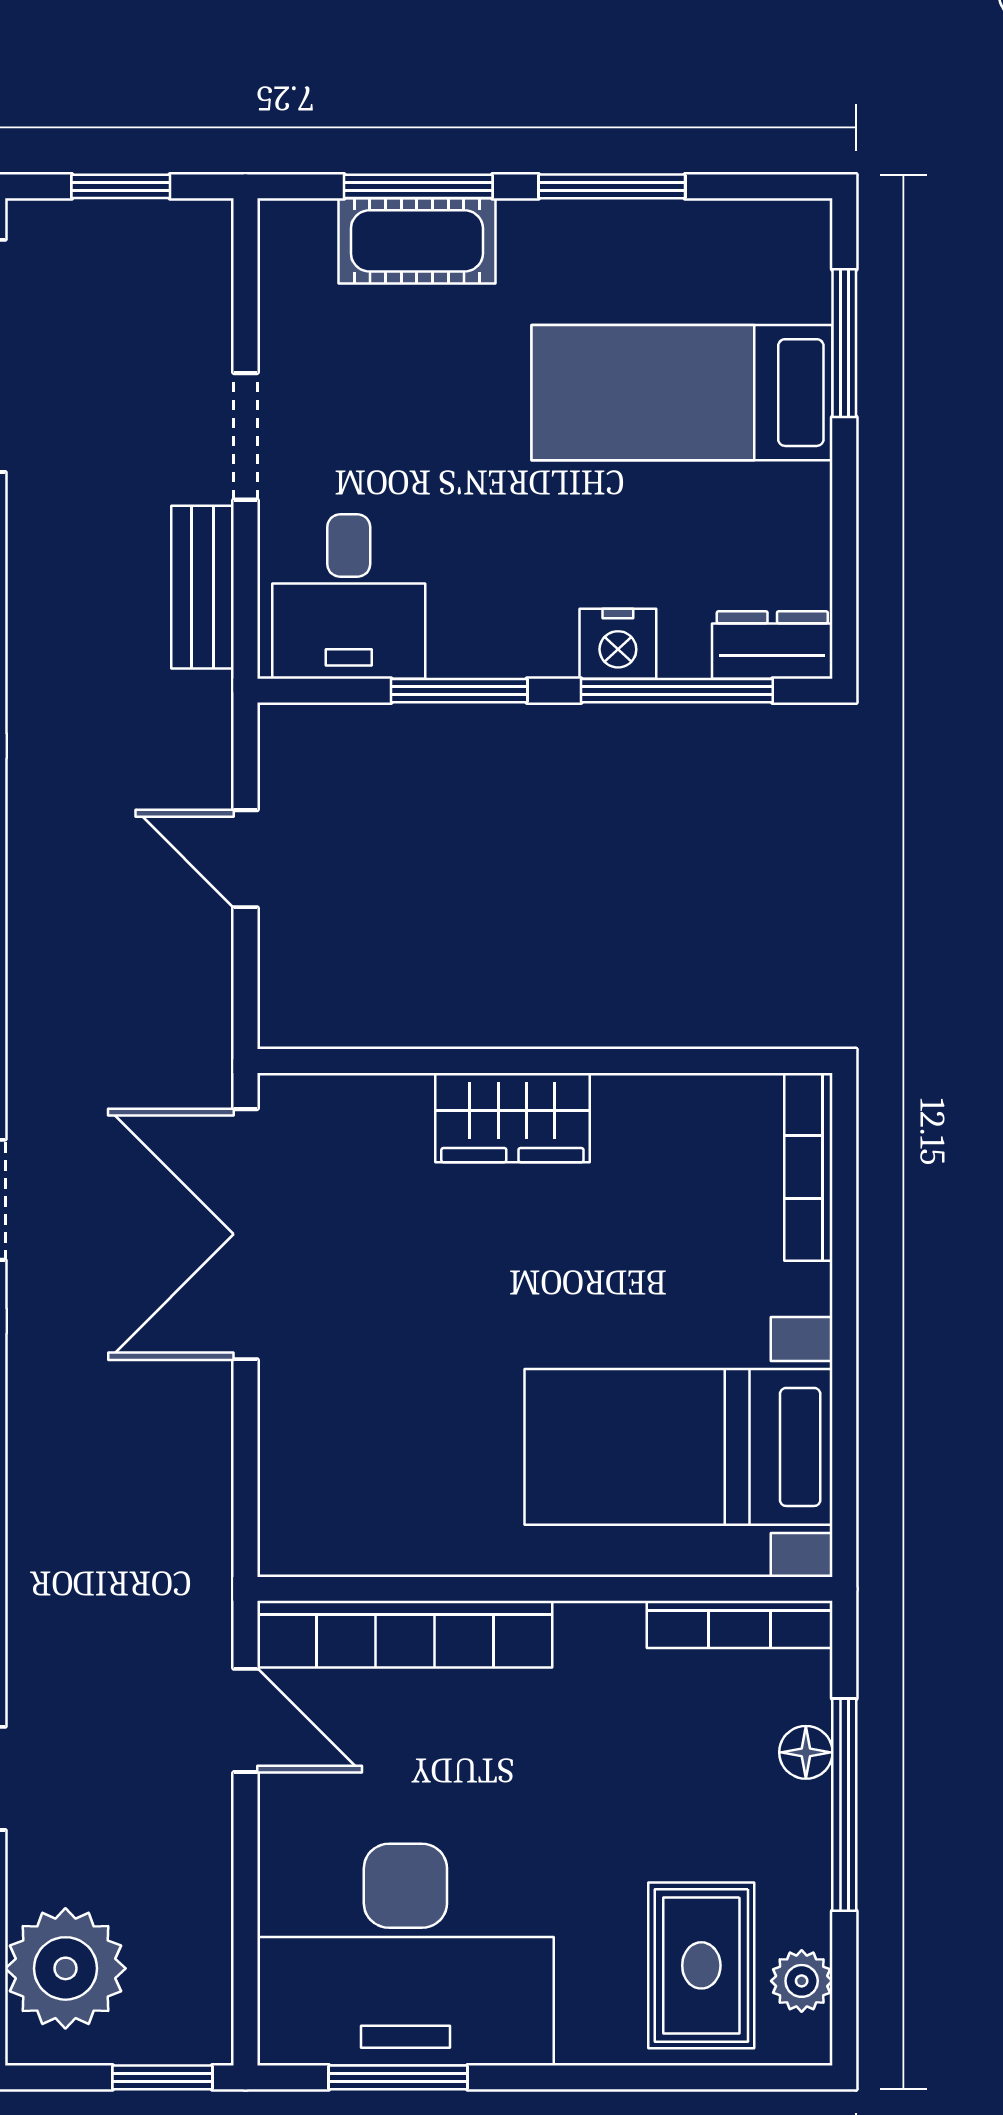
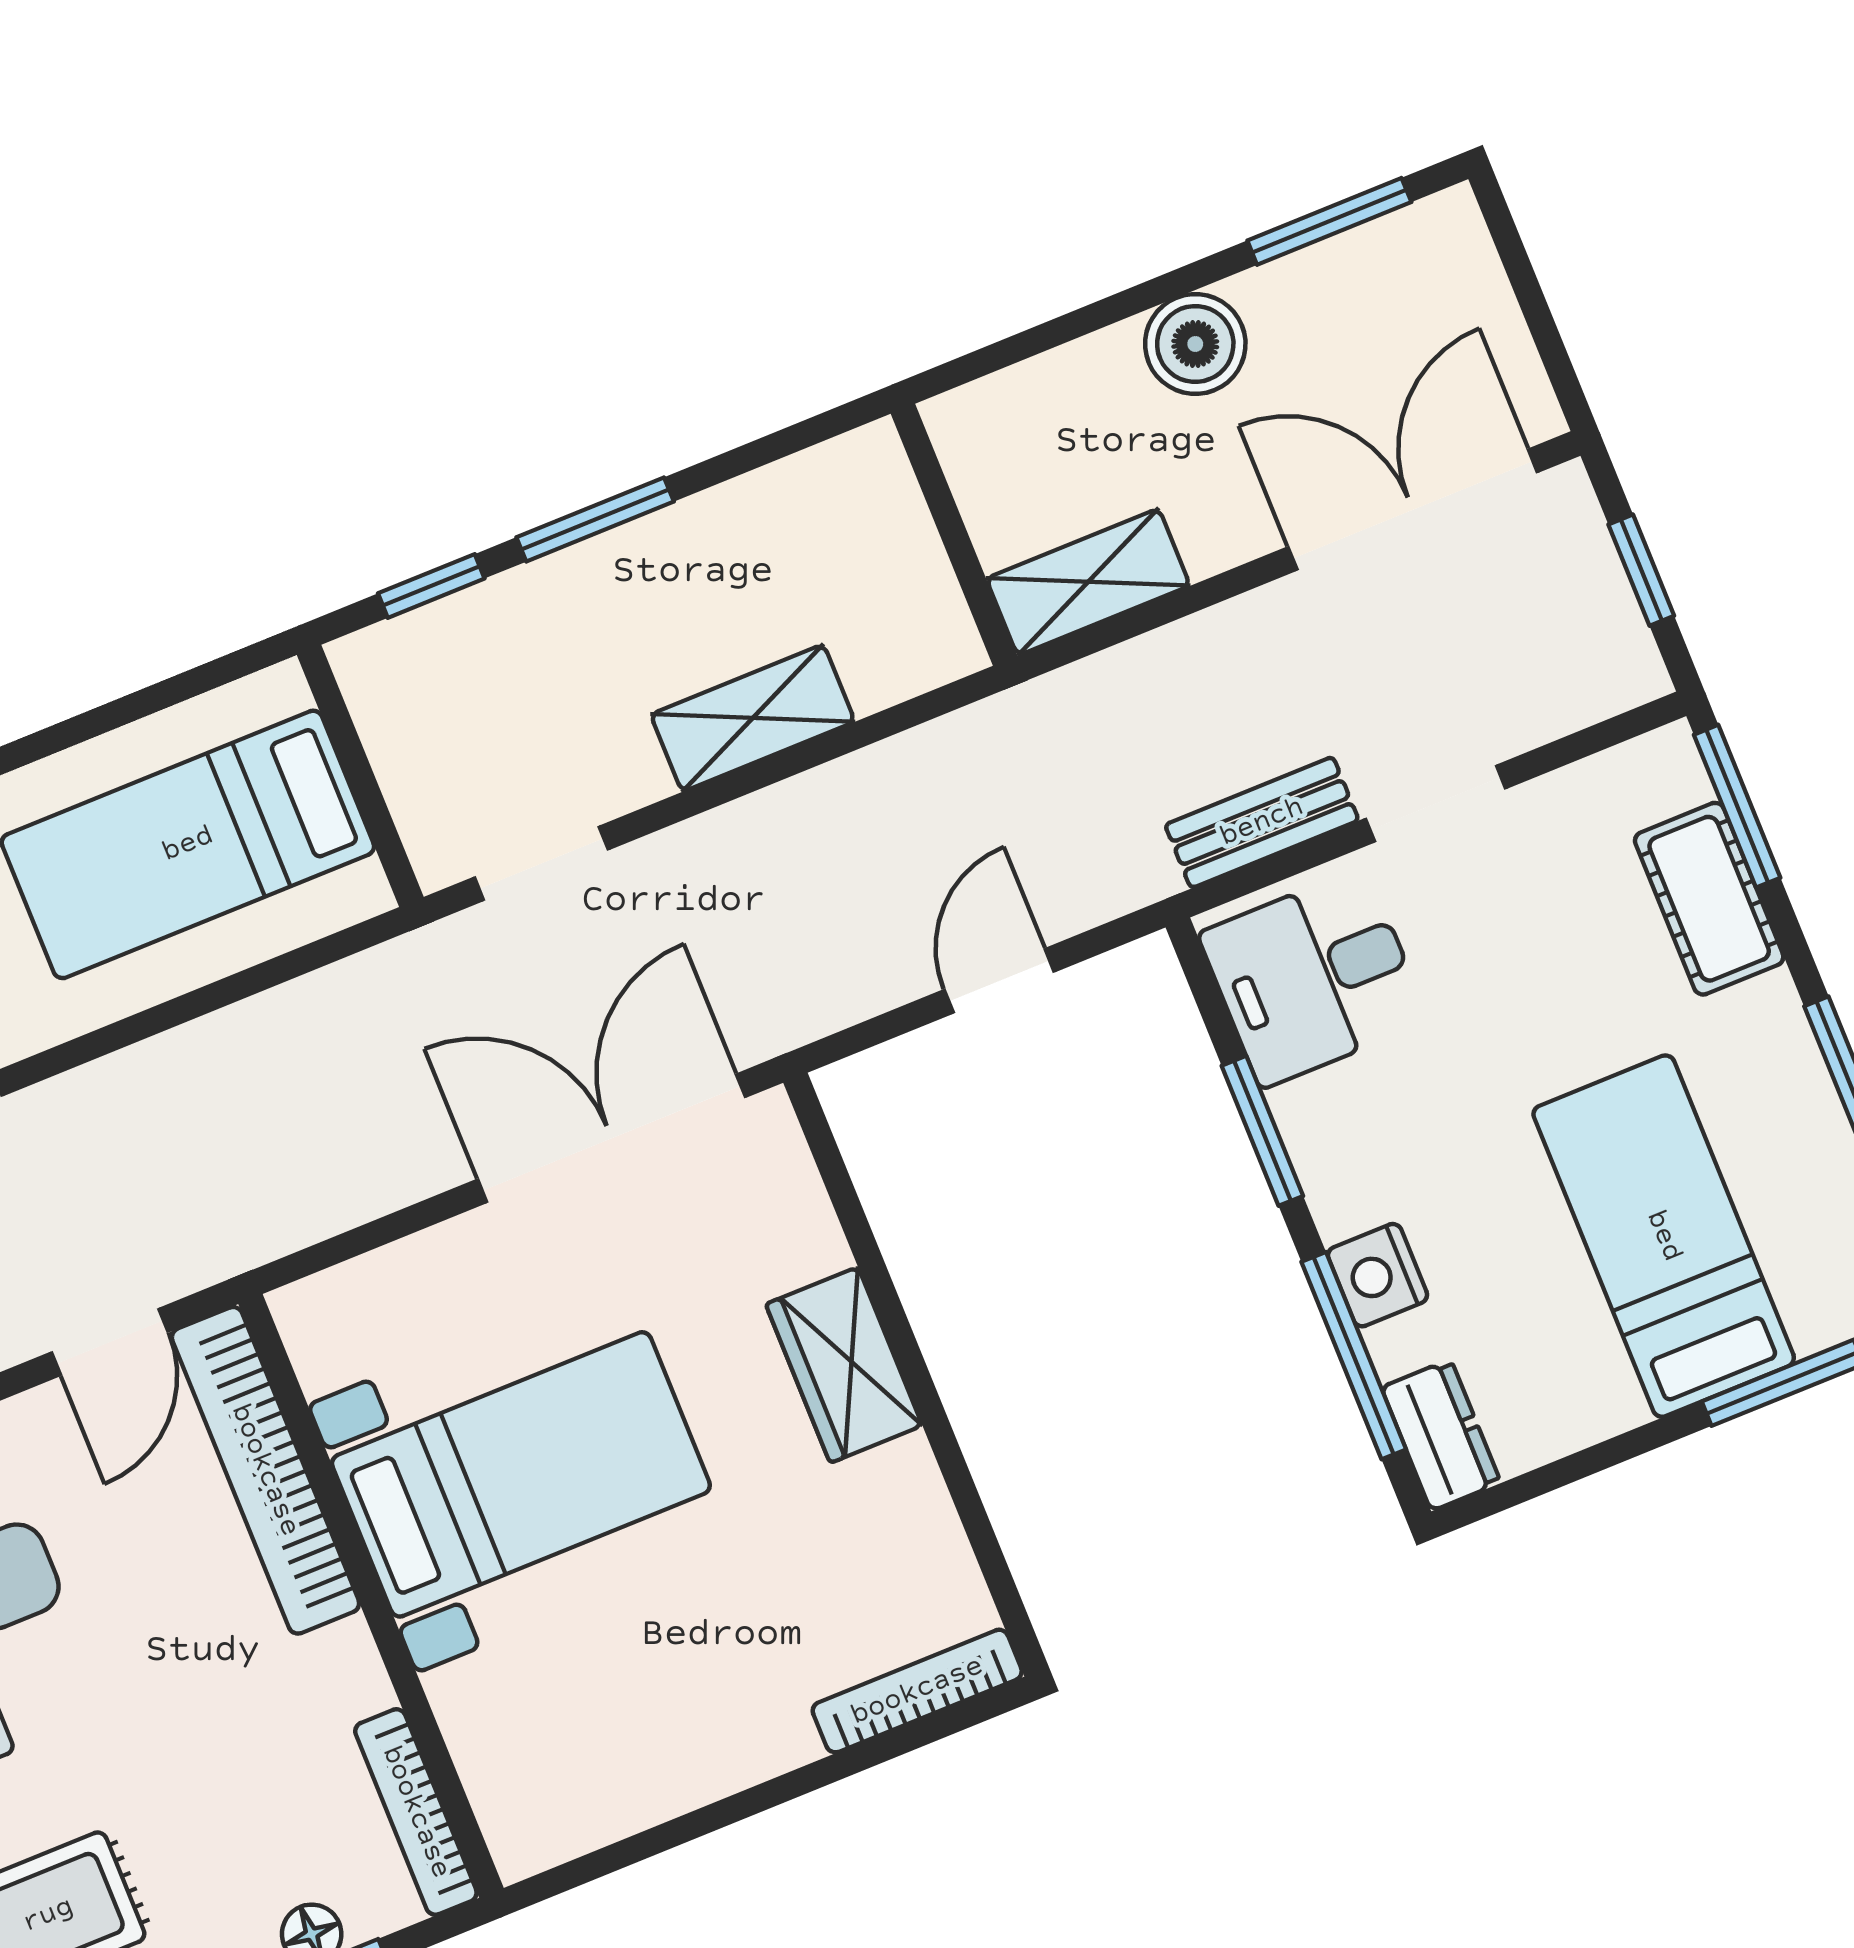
window: (418, 186) -> (1737, 806), moved
bed with nightstands: (679, 1447) -> (521, 1474), moved, turned 90

